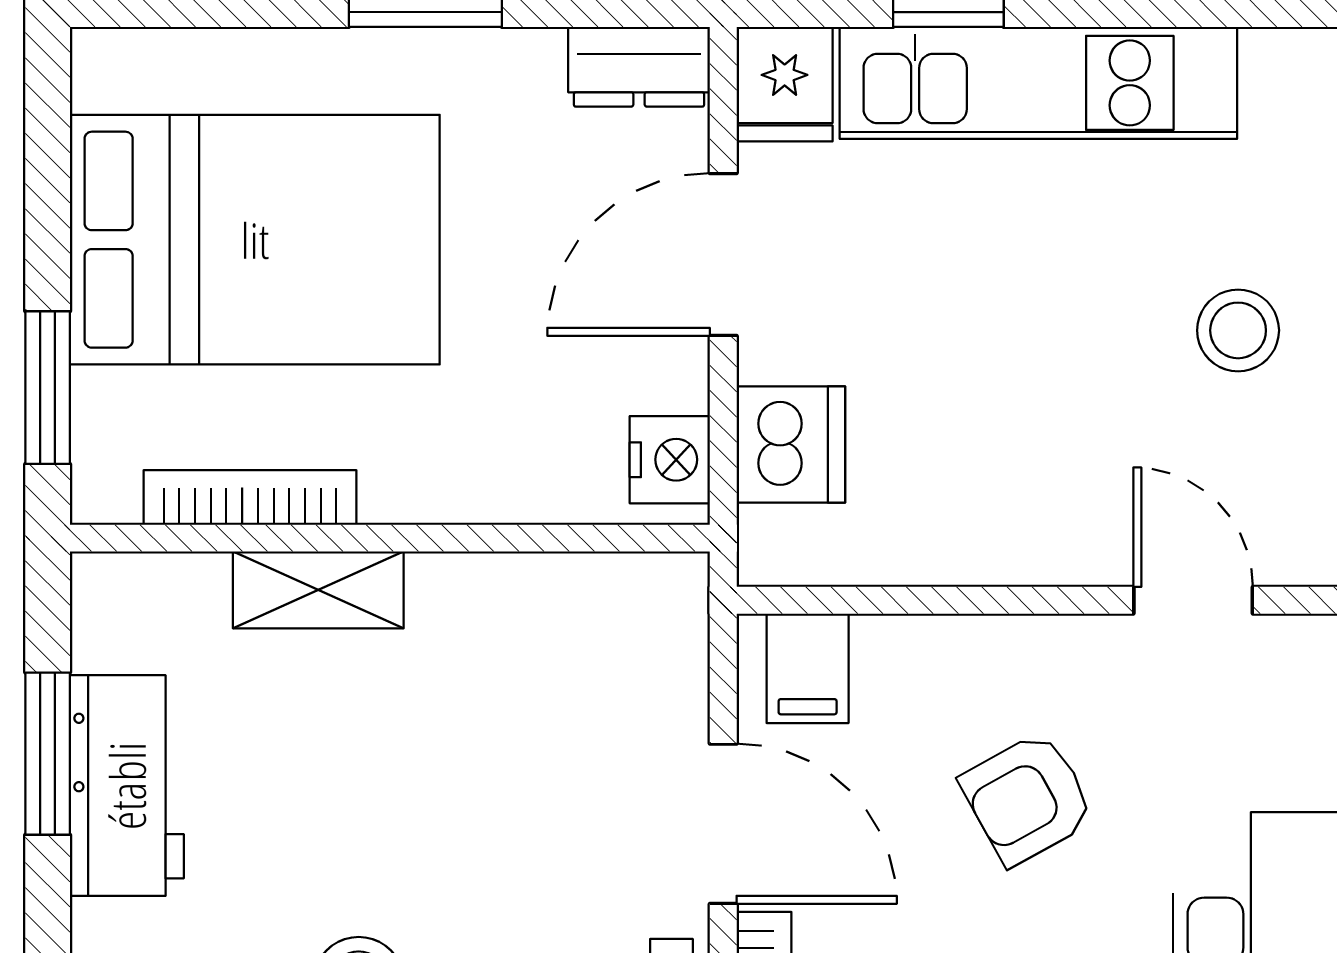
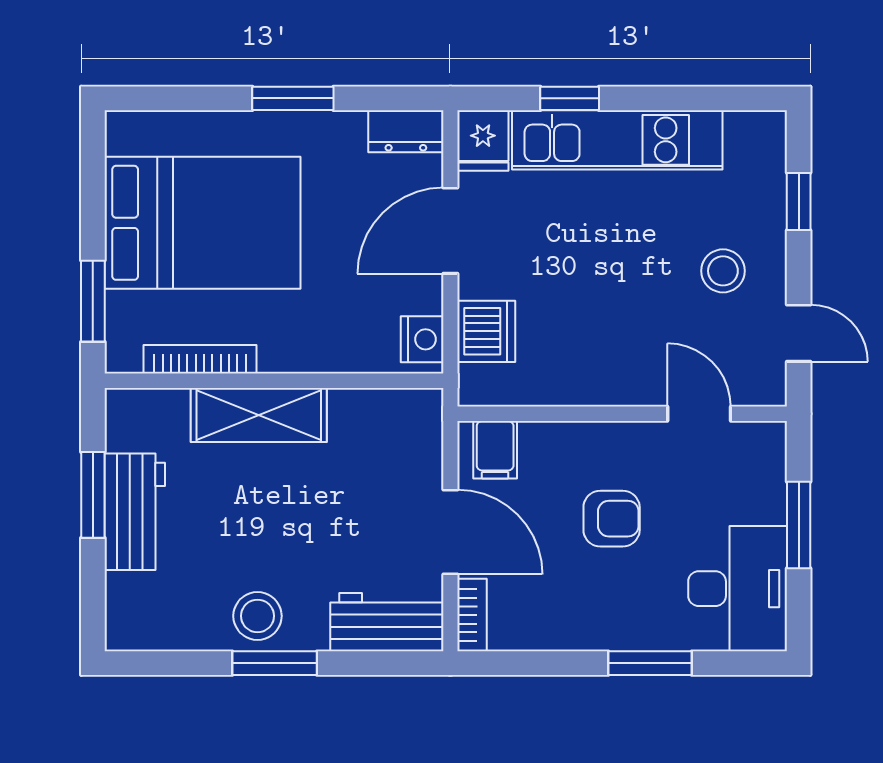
shelving: (318, 590) -> (259, 415), width x1.50, depth x1.33
armchair: (1028, 798) -> (612, 519), turned -151

